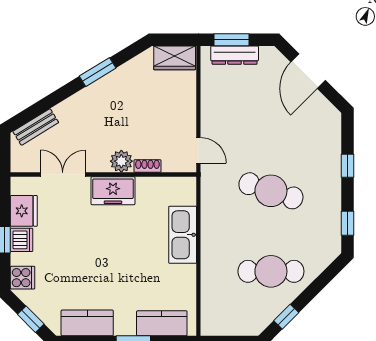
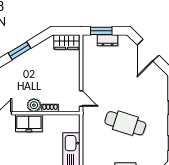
dresser: (235, 55) -> (108, 40), width x0.70

